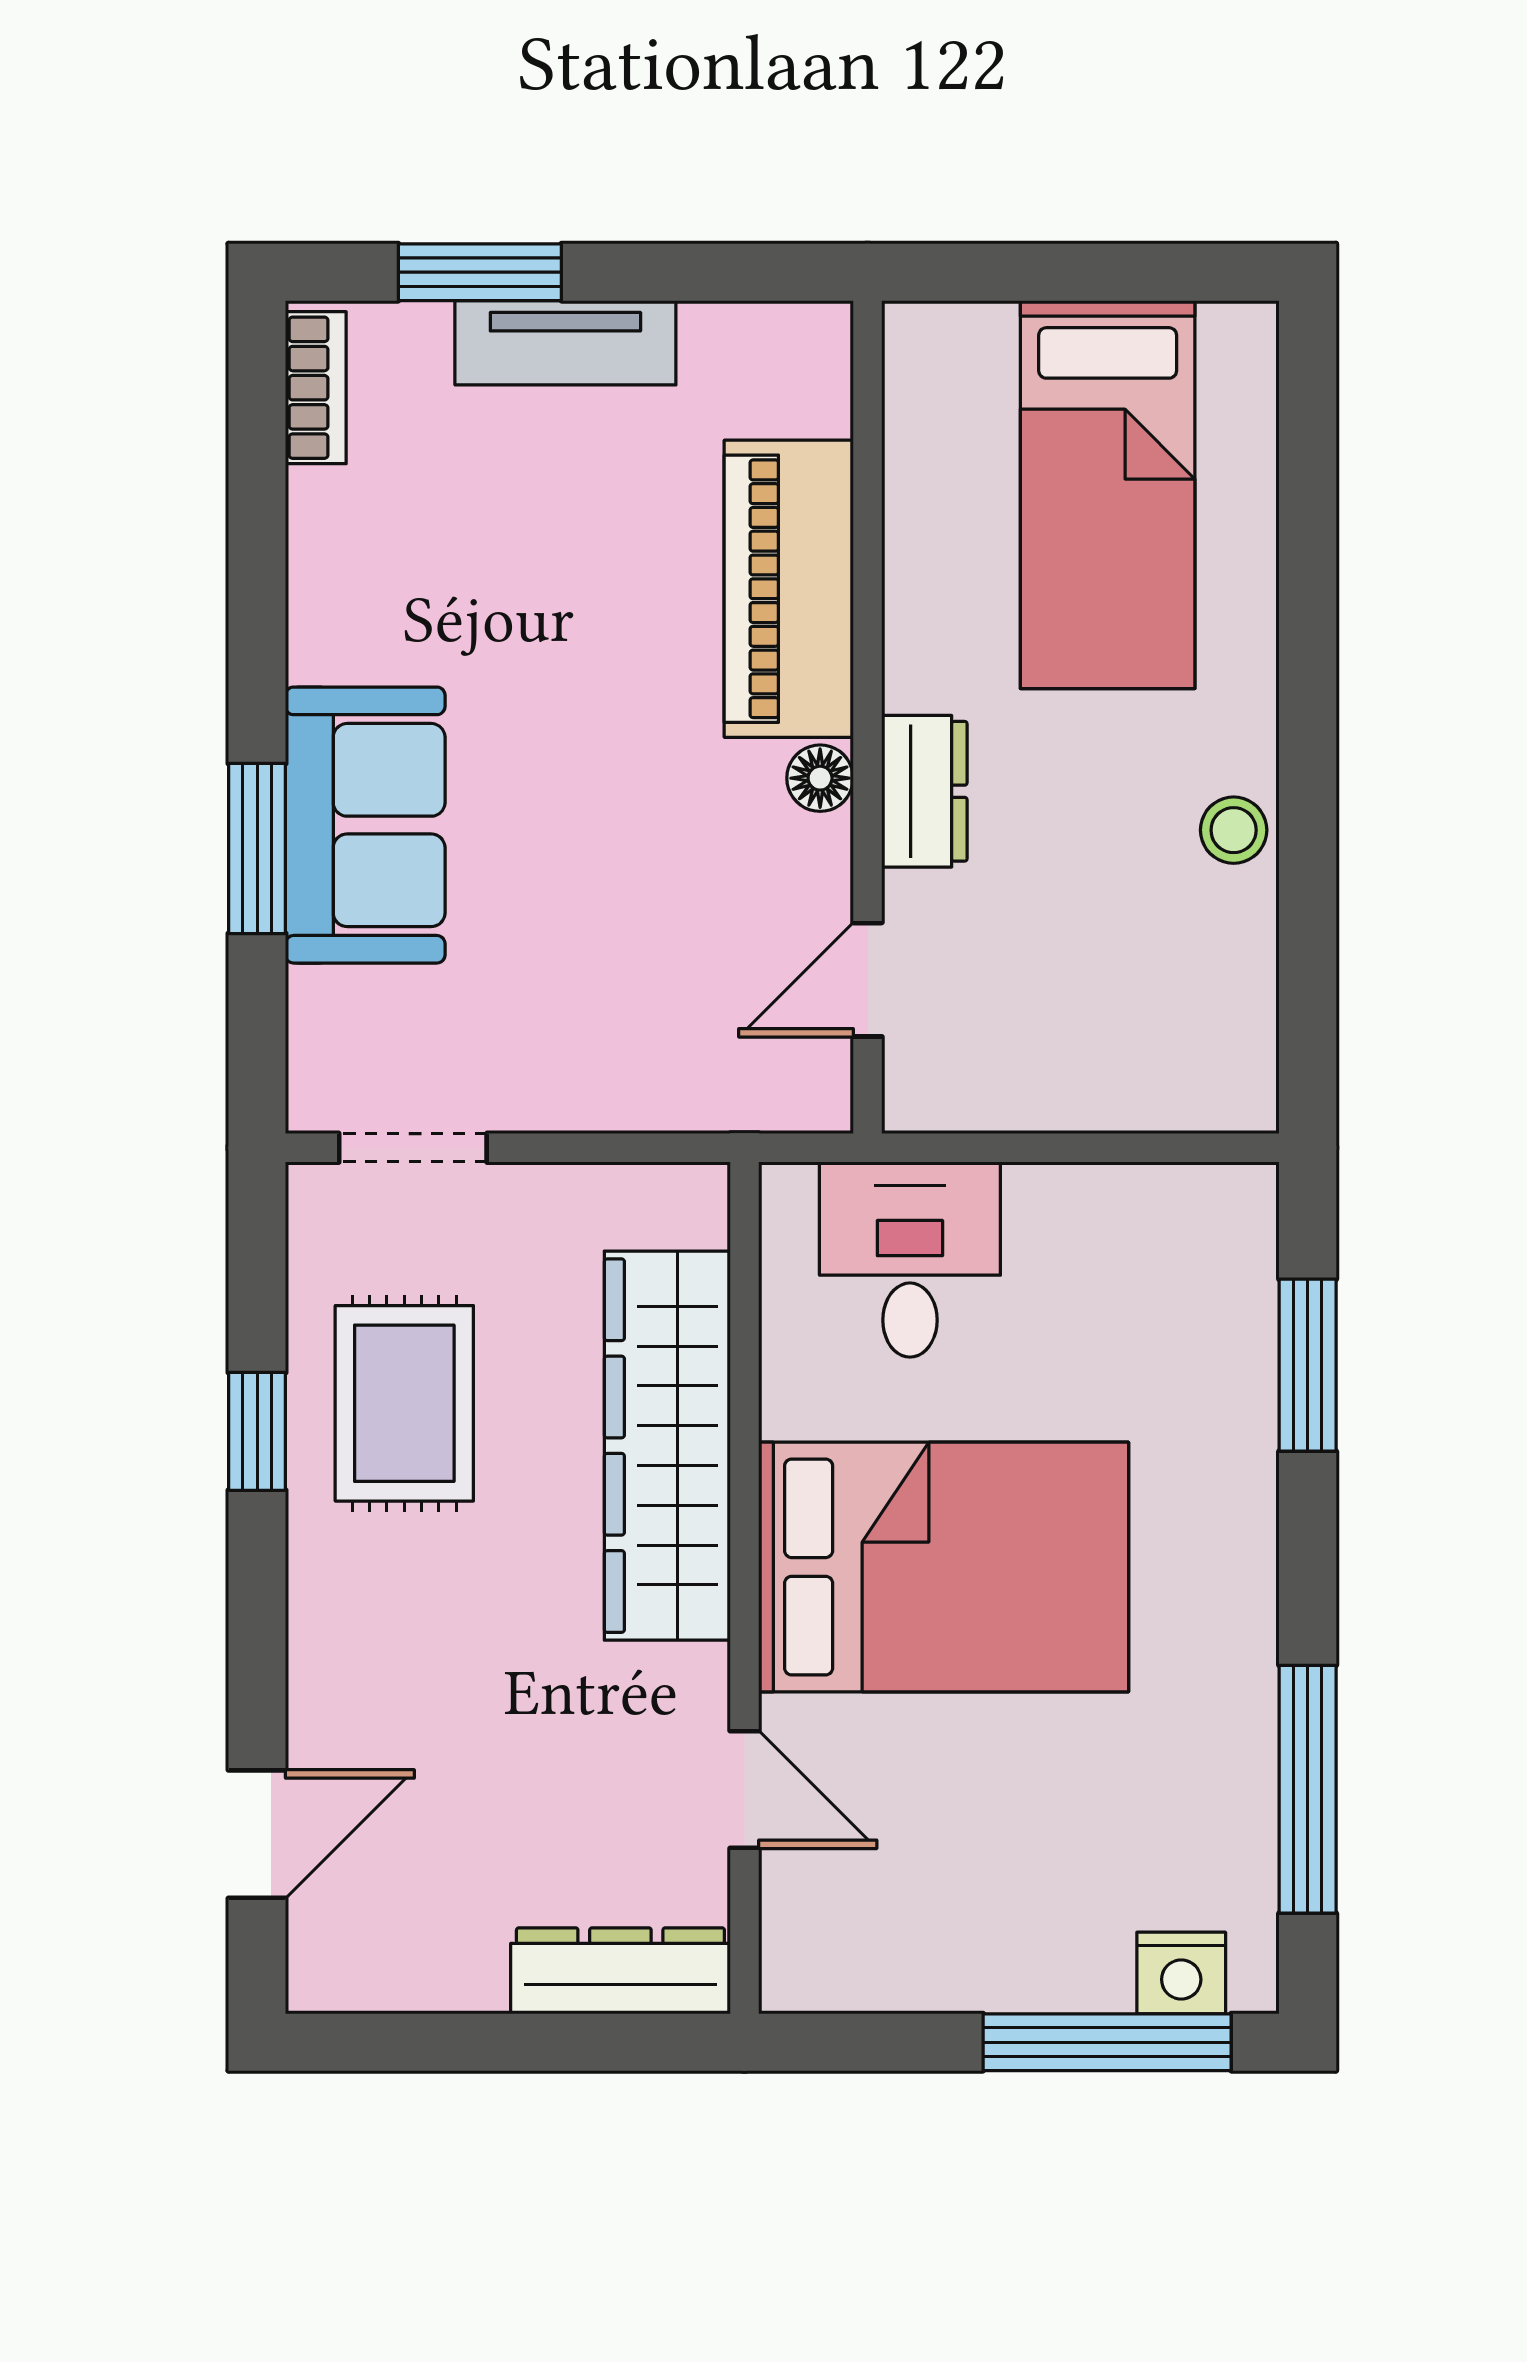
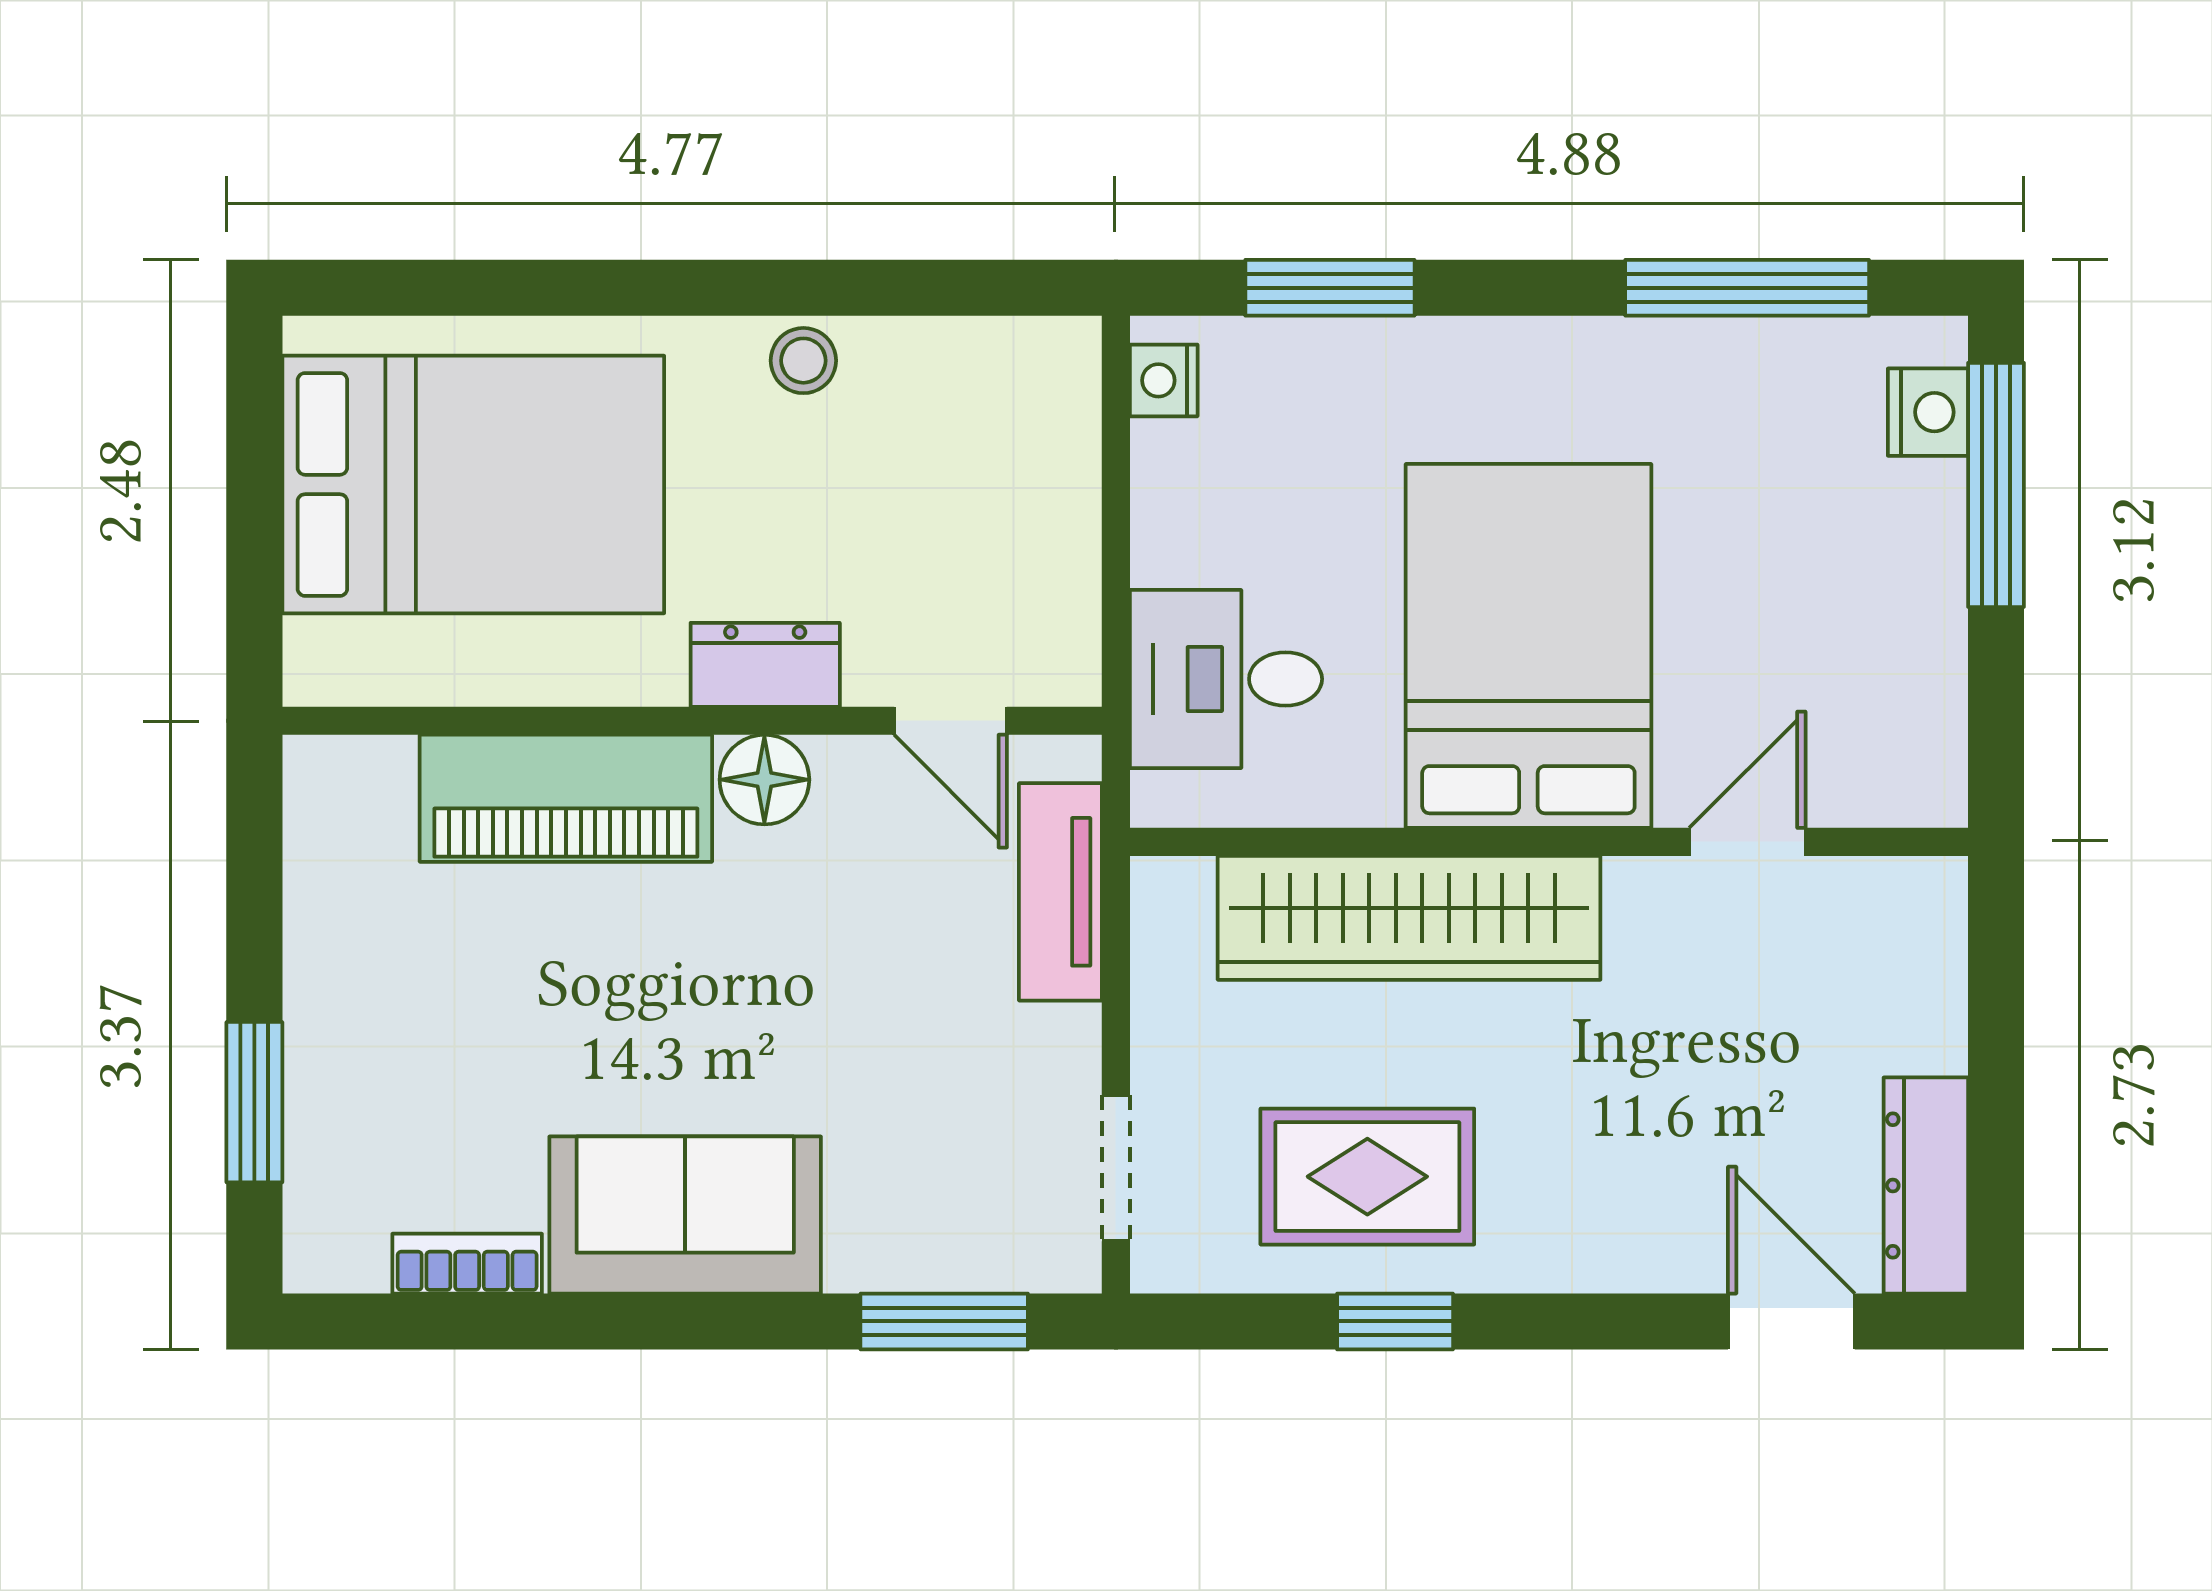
tv unit: (565, 343) -> (1060, 892), moved, turned 180
bookcase: (316, 388) -> (467, 1264), moved
bed: (1108, 495) -> (473, 484), width x1.50
floor lamp: (820, 778) -> (764, 780), width x1.37, depth x1.37
sofa: (365, 825) -> (685, 1215), moved
window: (257, 848) -> (944, 1321), moved
nightstand: (1213, 1196) -> (1164, 380), added
dresser: (620, 1971) -> (1926, 1185), moved

